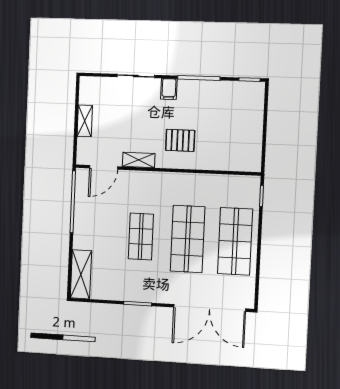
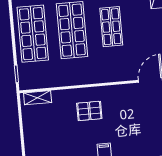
shelving: (139, 160) -> (38, 98), moved

